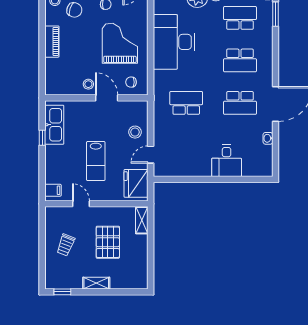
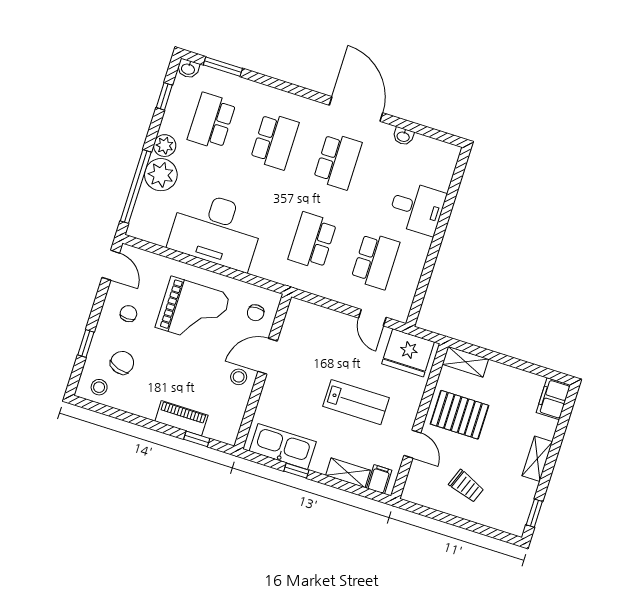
piano: (52, 42) -> (181, 418), moved
grand piano: (120, 43) -> (193, 311), turned 180
window: (42, 71) -> (197, 439), added
stool: (135, 132) -> (332, 330), removed
school desk: (186, 145) -> (375, 261), added
shelving: (51, 170) -> (348, 473), added
door: (81, 204) -> (412, 444), swing flipped
pallet: (108, 242) -> (460, 415), moved
filing cabinet: (136, 281) -> (553, 399), added

